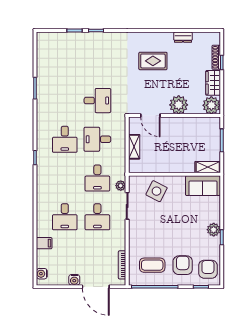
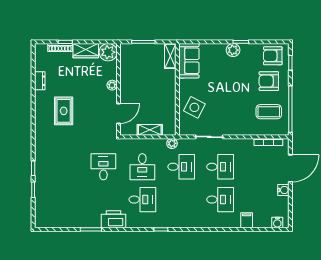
plant: (179, 105) -> (112, 85), width x0.53, depth x0.53
printer: (45, 111) -> (114, 219), added
plant: (121, 186) -> (172, 143), moved
coffee table: (152, 265) -> (269, 112), turned 90

